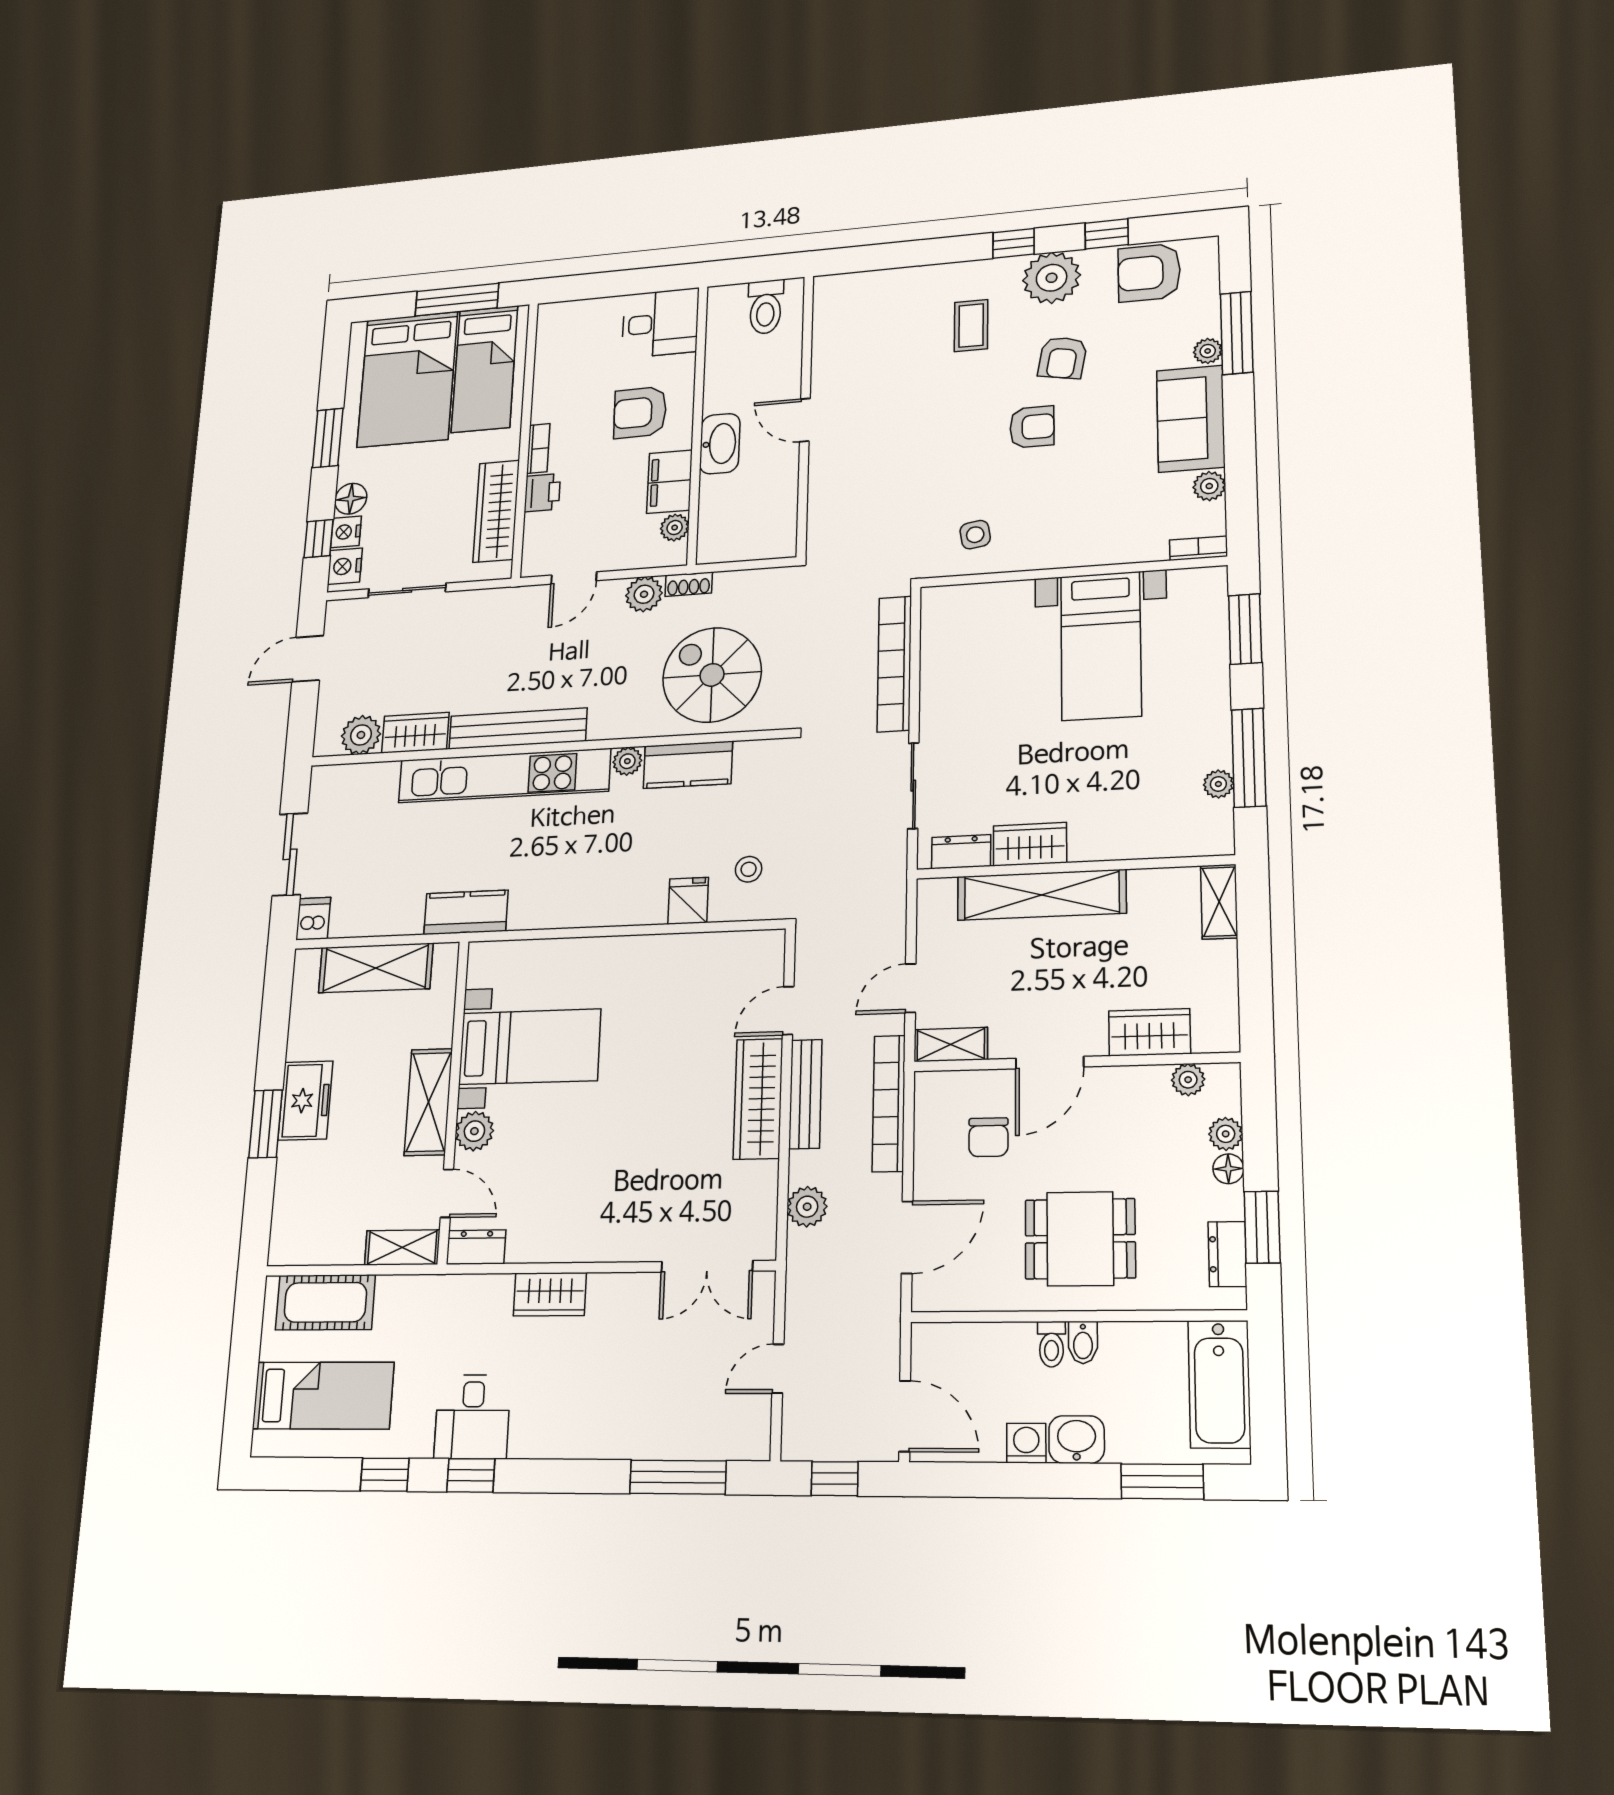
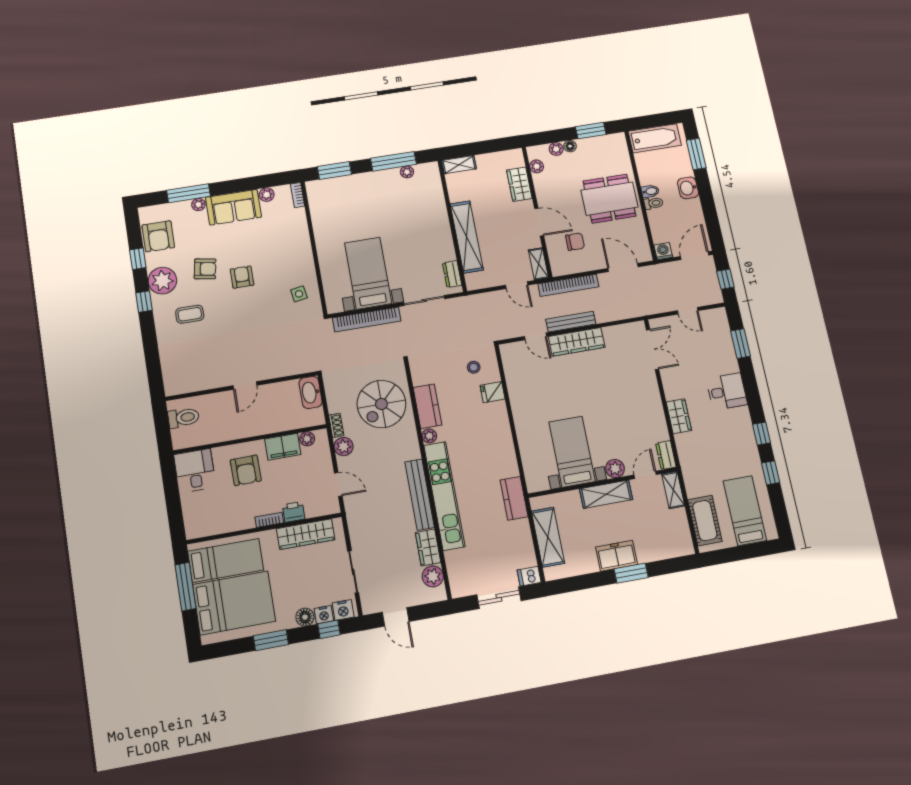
washbasin: (720, 444) -> (311, 392), moved, turned -90
bed with nightstands: (1101, 646) -> (368, 273), moved, turned -90
wardrobe: (1030, 844) -> (445, 245), removed
plant: (807, 1207) -> (619, 312), removed
dining table: (1080, 1239) -> (609, 199), width x1.38
dresser: (1227, 1254) -> (604, 142), removed
desk: (472, 1417) -> (727, 391), moved
washing machine: (1026, 1443) -> (663, 251), moved, turned 90
window: (678, 1477) -> (740, 344), width x0.69

